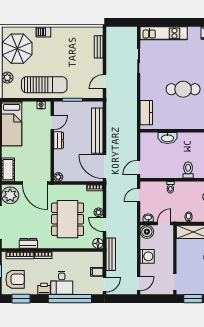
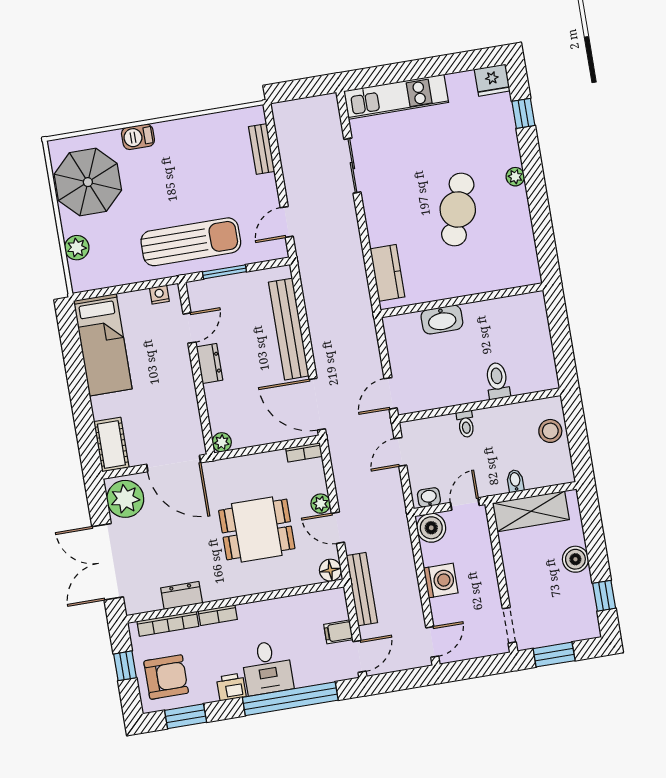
sun lounger: (44, 85) -> (191, 242), moved
cafe table: (183, 89) -> (458, 209), turned -72
dining table: (68, 219) -> (257, 529), width x0.73

